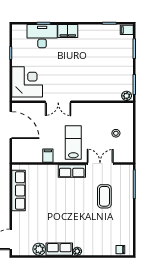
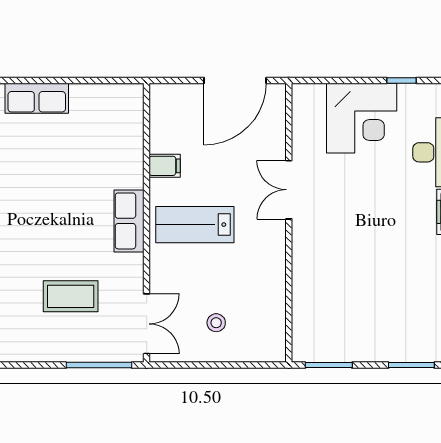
corner desk: (27, 82) -> (362, 118), moved
plant: (127, 96) -> (302, 347), removed
lab bench: (73, 142) -> (195, 225), turned 180
double door: (100, 163) -> (147, 324), moved
row of seats: (19, 190) -> (37, 98), moved, width x0.68

